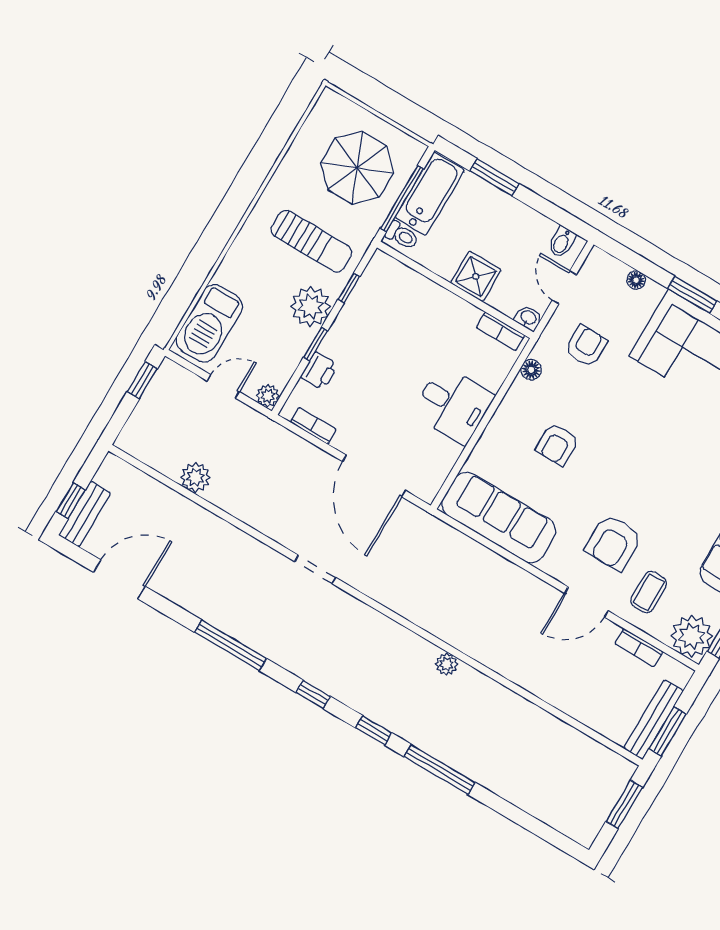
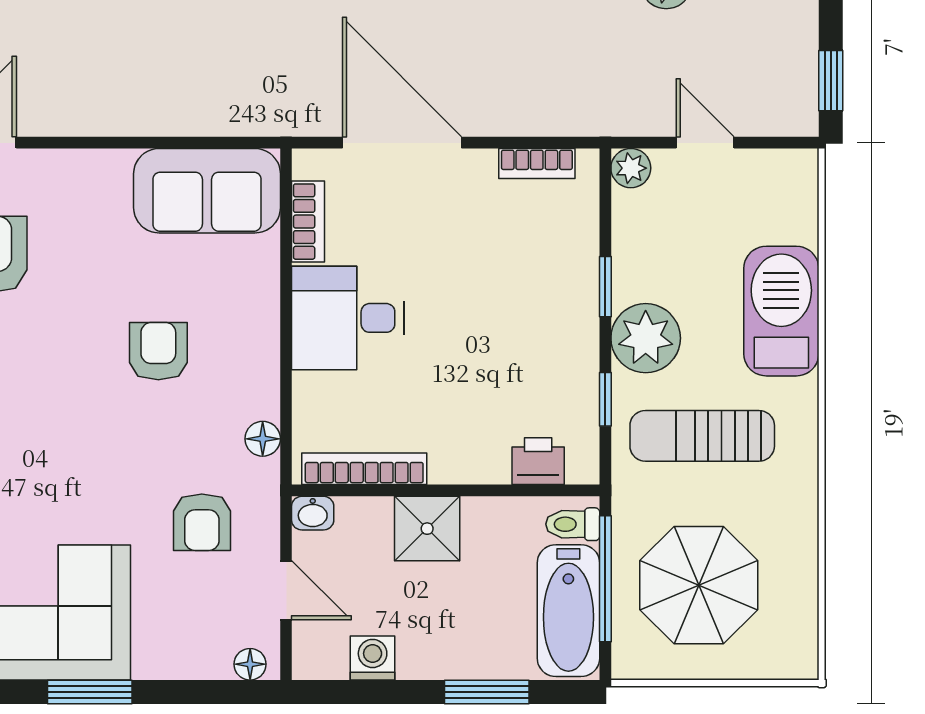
washing machine: (541, 228) -> (373, 658), added
bidet: (562, 242) -> (330, 655), removed
floor lamp: (636, 280) -> (250, 664), moved
barbecue: (209, 323) -> (781, 311), moved
bookcase: (501, 331) -> (364, 469), width x1.56
printer: (319, 371) -> (538, 461), moved, turned 90
door: (223, 386) -> (705, 143), swing flipped
bookcase: (444, 464) -> (308, 222), added
sofa: (499, 518) -> (207, 191), width x0.73

